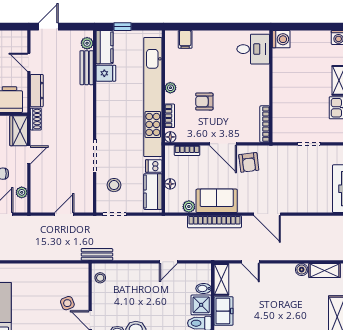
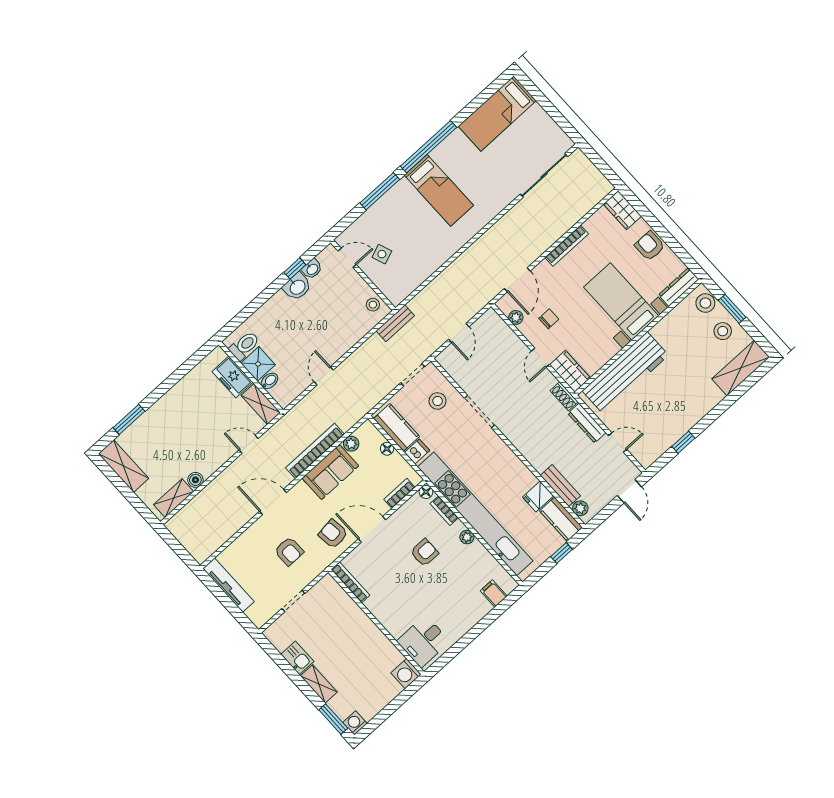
armchair: (284, 176) -> (289, 551), added

